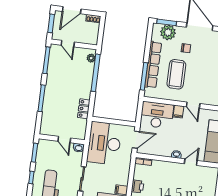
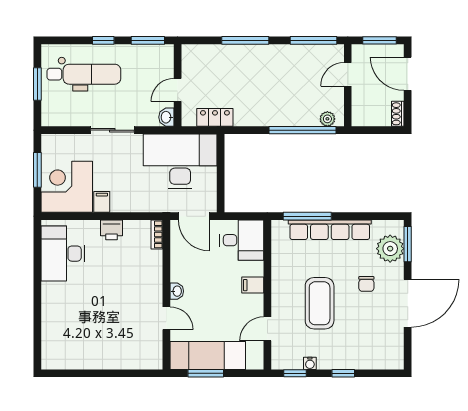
coffee table: (176, 74) -> (320, 303), moved, turned 90
door: (193, 105) -> (267, 329), moved
locker: (84, 109) -> (215, 117), moved
desk: (157, 115) -> (242, 240), width x0.73

